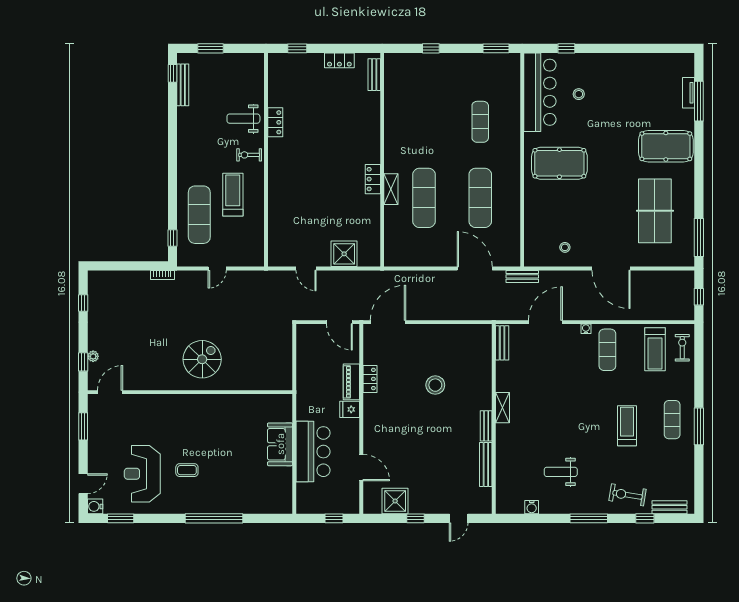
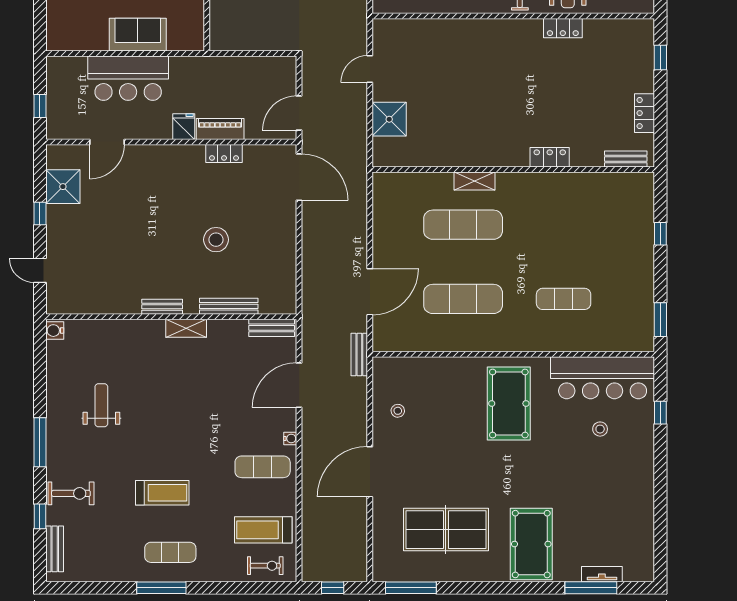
locker: (373, 179) -> (550, 157), moved
door: (545, 322) -> (299, 385), swing flipped
bench: (486, 465) -> (229, 306), moved
exercise bike: (628, 495) -> (71, 493), turned 81
water cooler: (532, 507) -> (55, 331), moved

